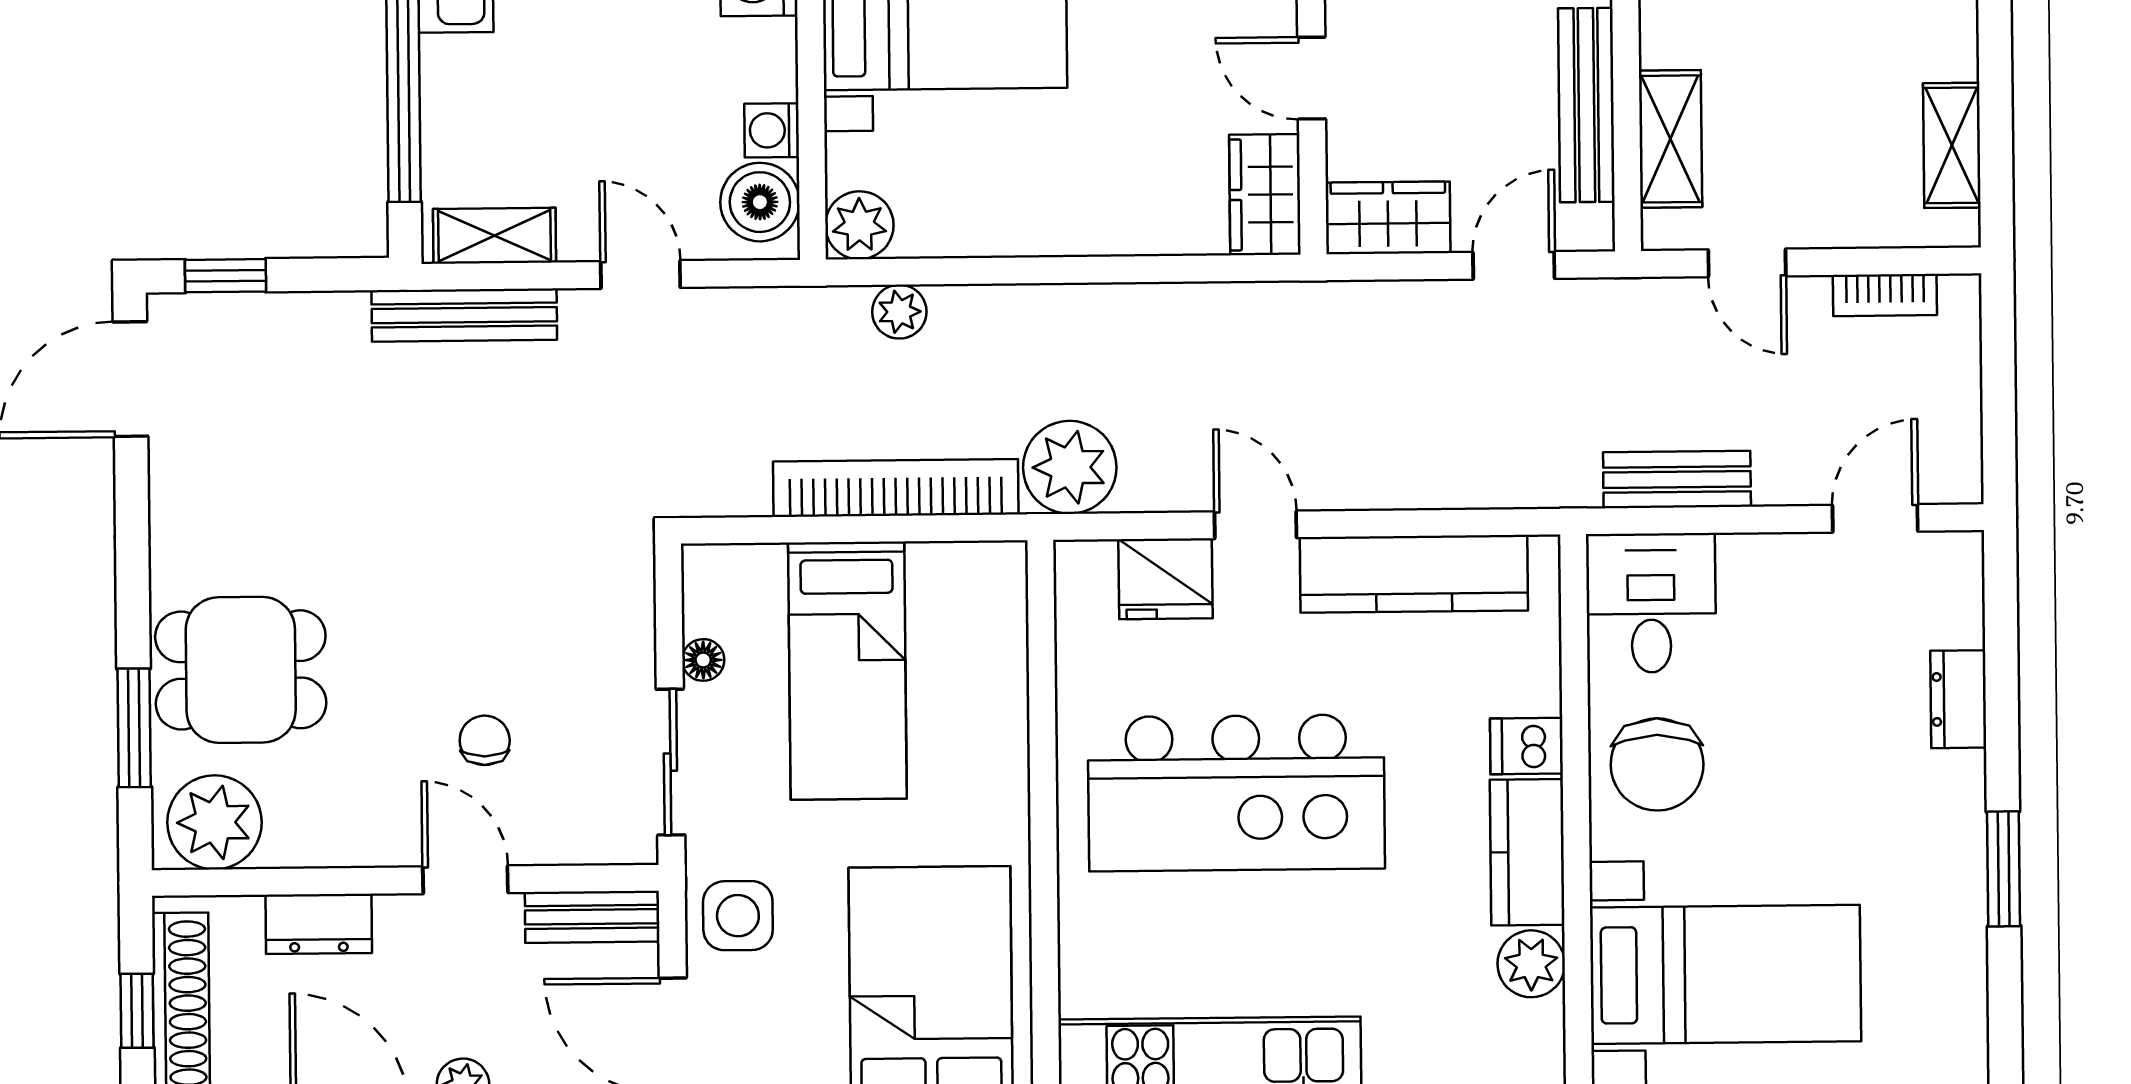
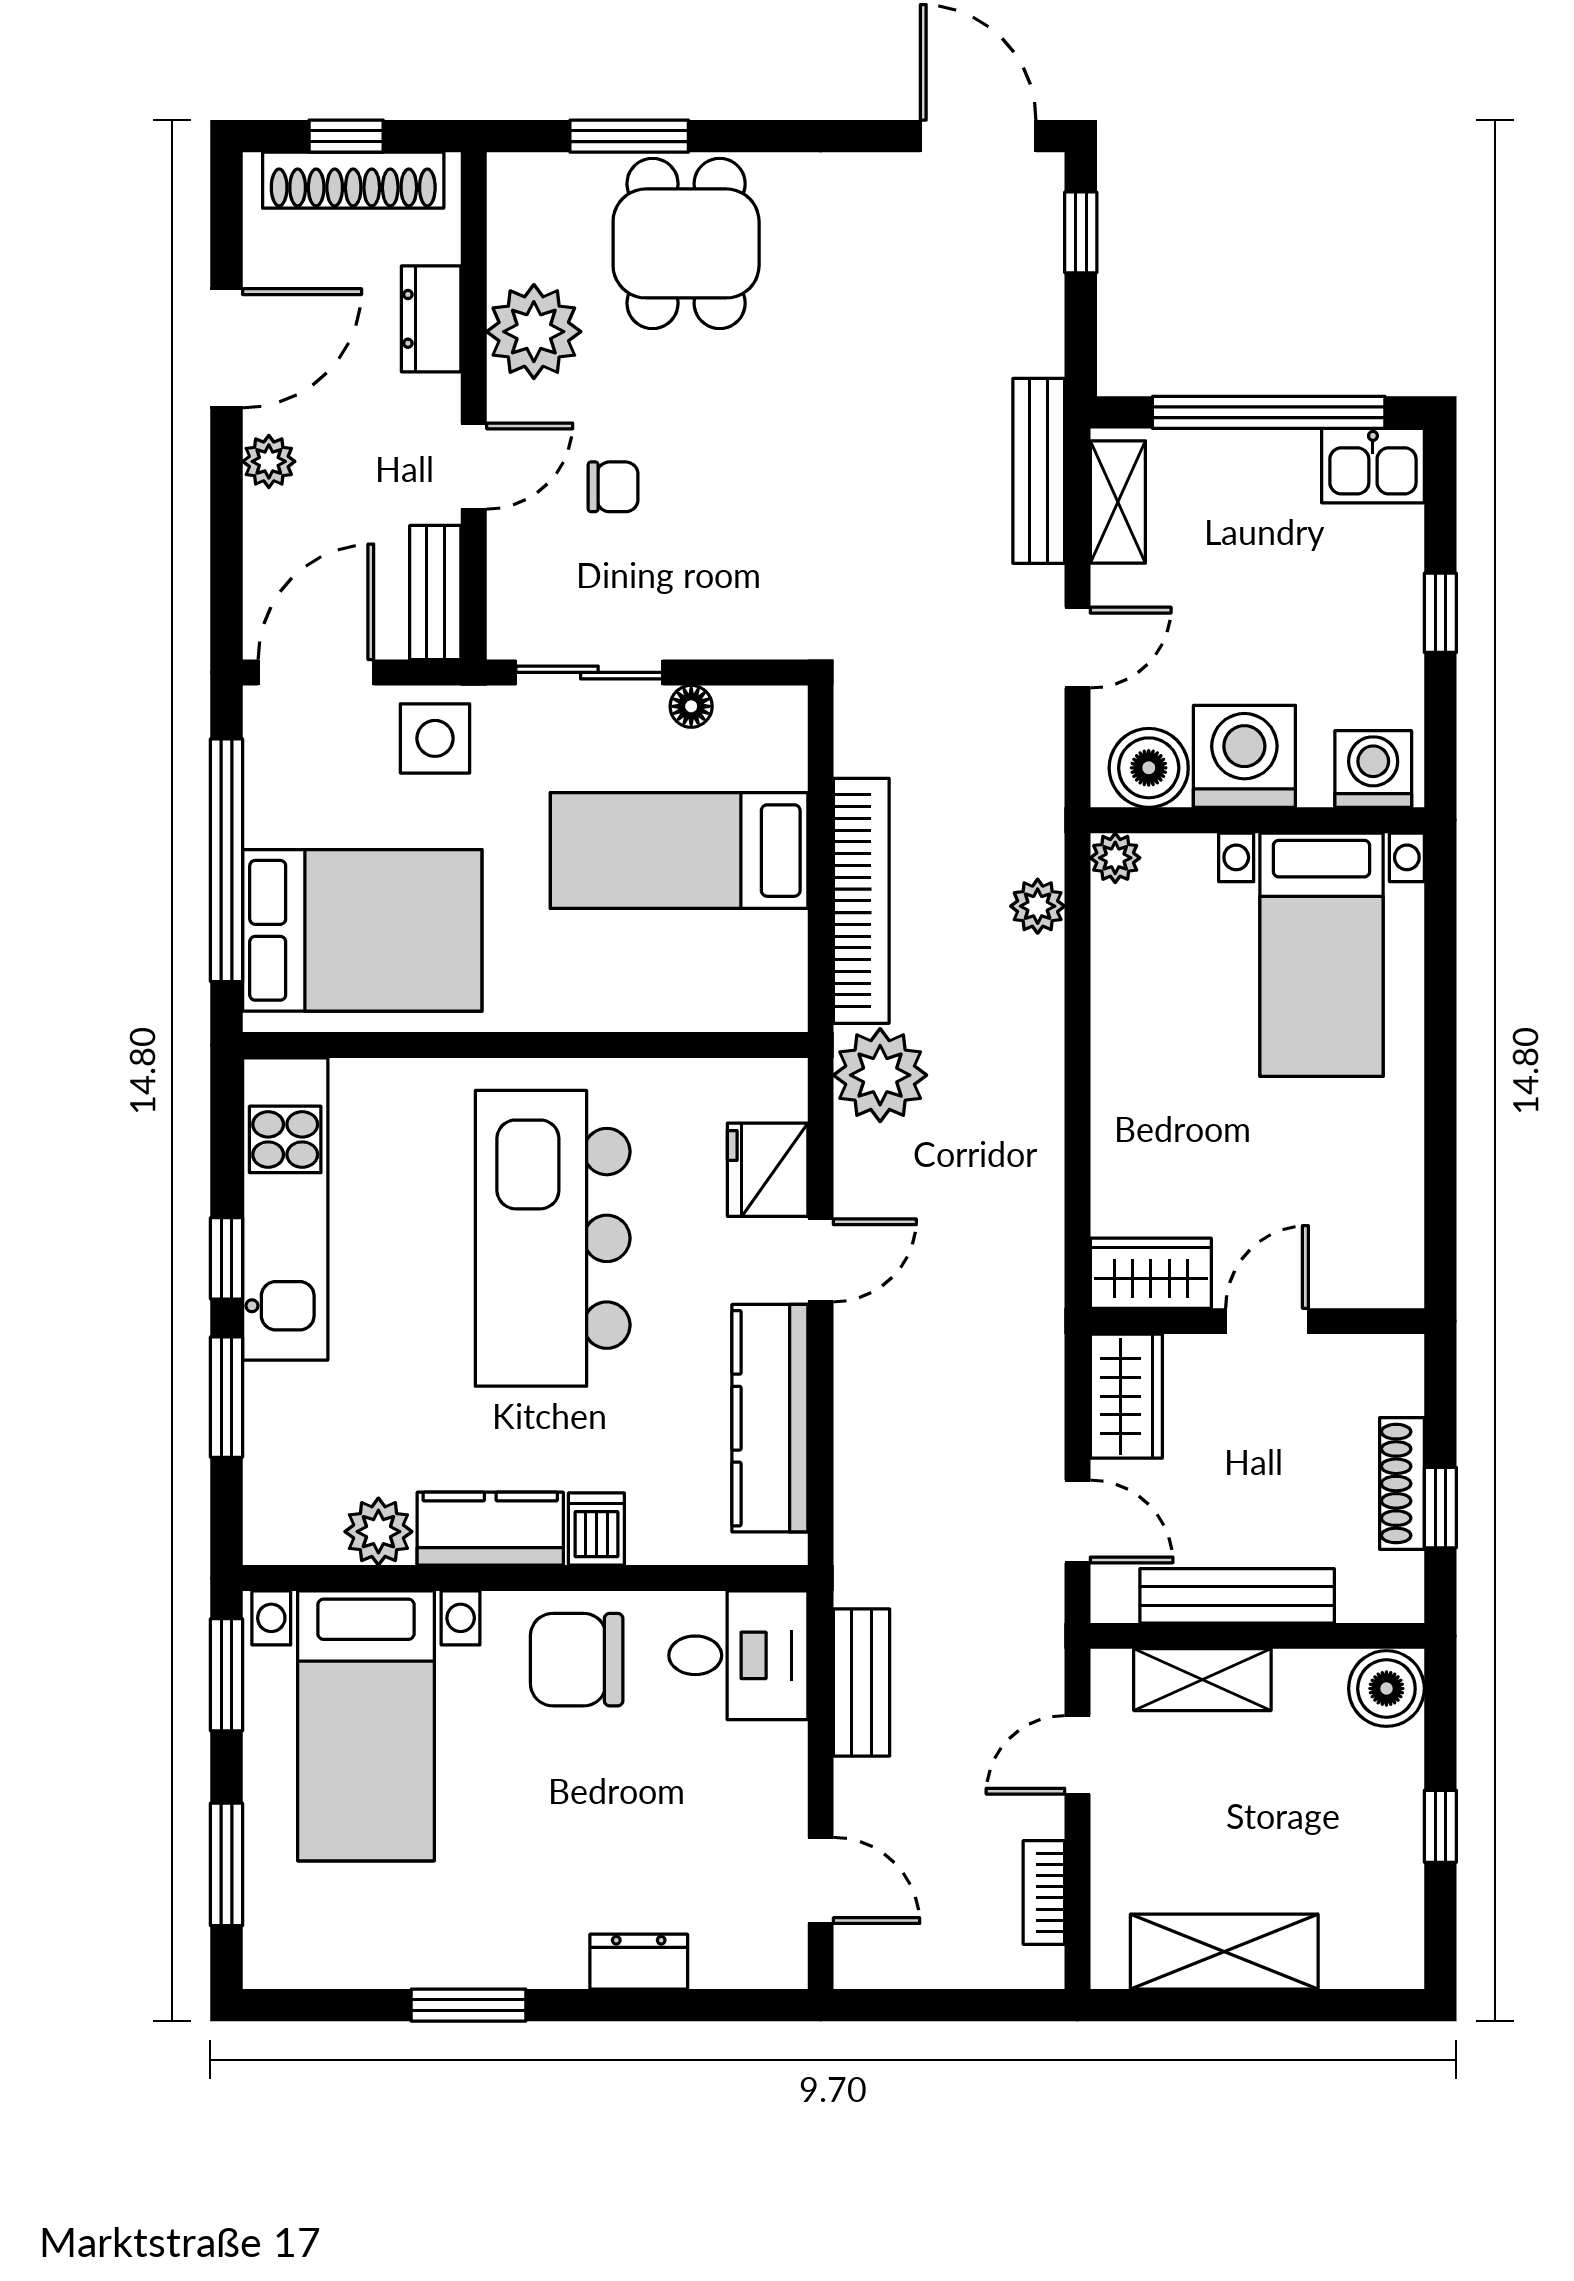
washing machine: (772, 130) -> (1244, 756), width x1.89, depth x1.89
shelving: (1952, 145) -> (1224, 1952), width x1.50, depth x1.33
plant: (859, 225) -> (1115, 858), width x0.73, depth x0.73
plant: (214, 822) -> (534, 332), moved

